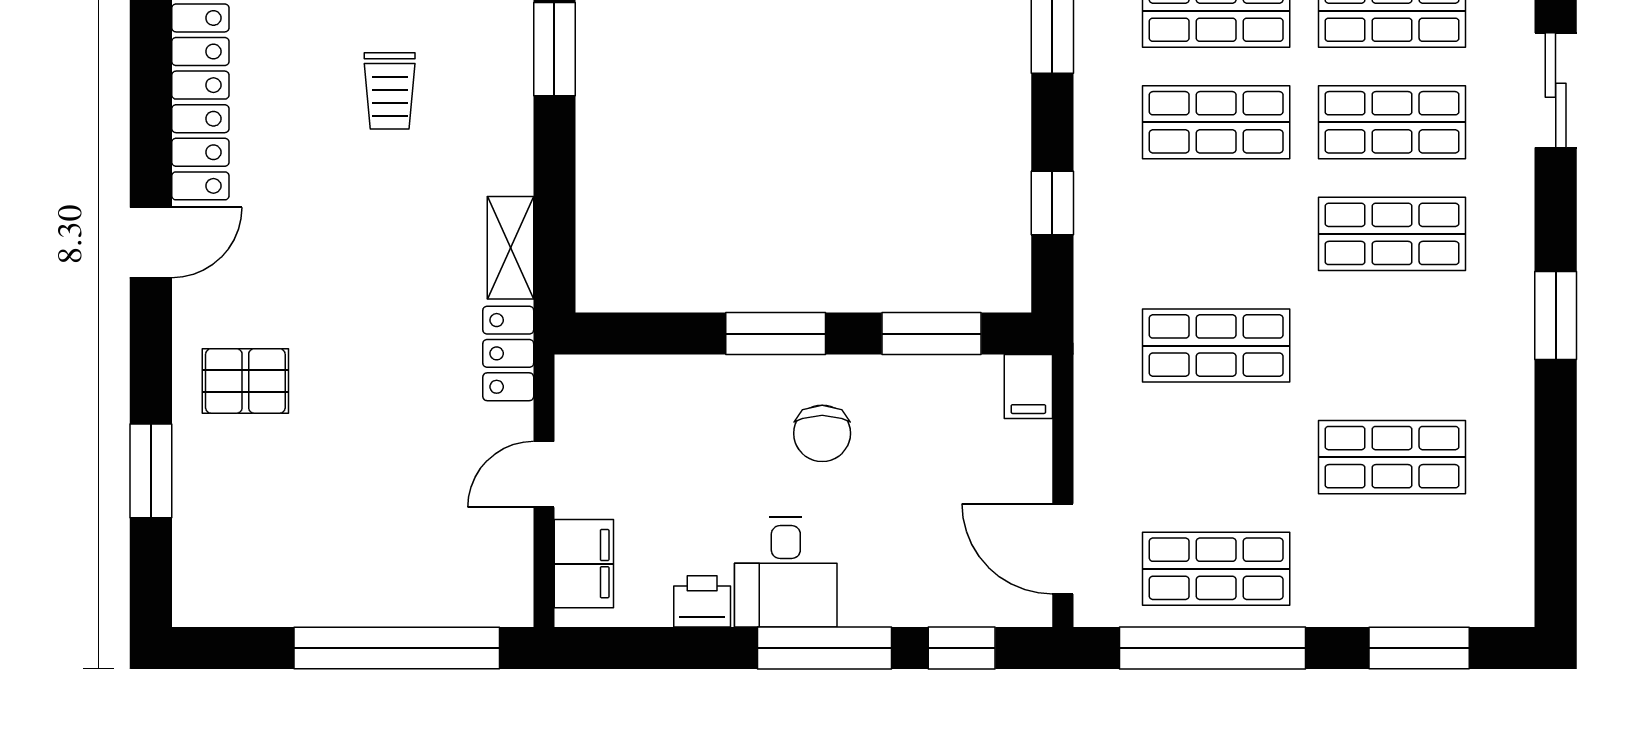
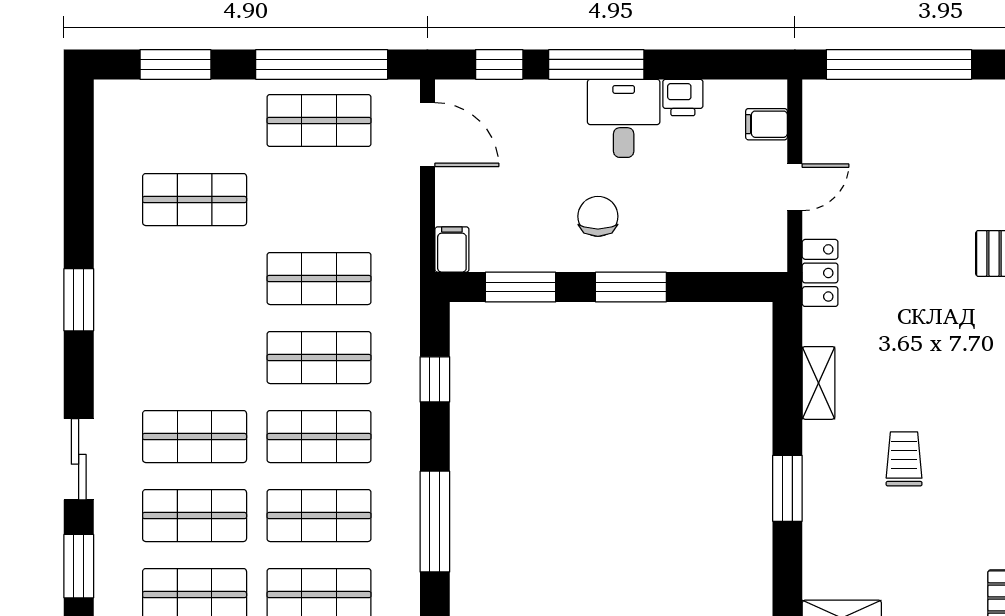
shop shelf: (1392, 234) -> (319, 358), moved
shelving: (510, 248) -> (819, 383), moved
filing cabinet: (584, 564) -> (766, 124), width x0.50

